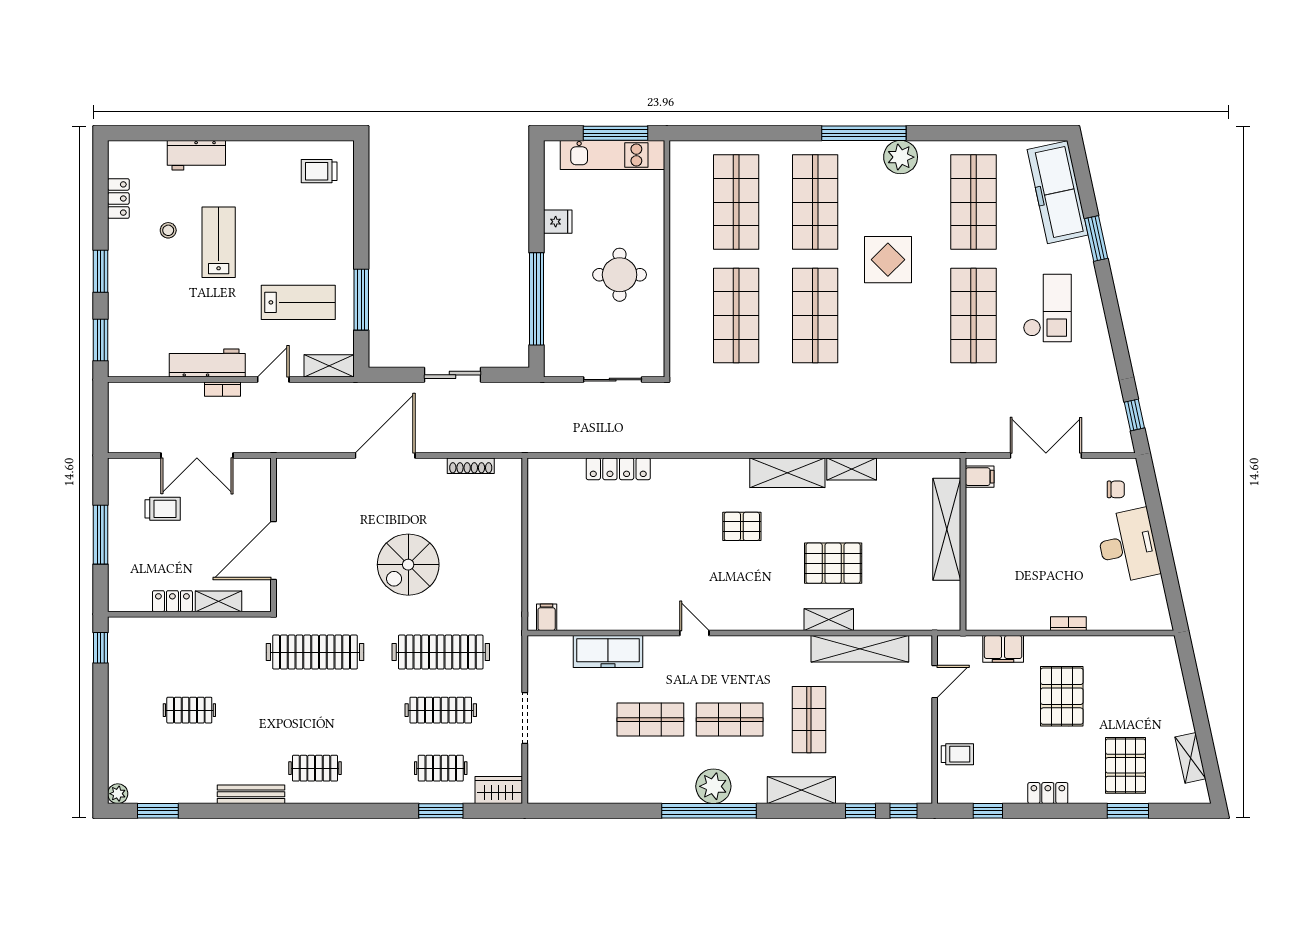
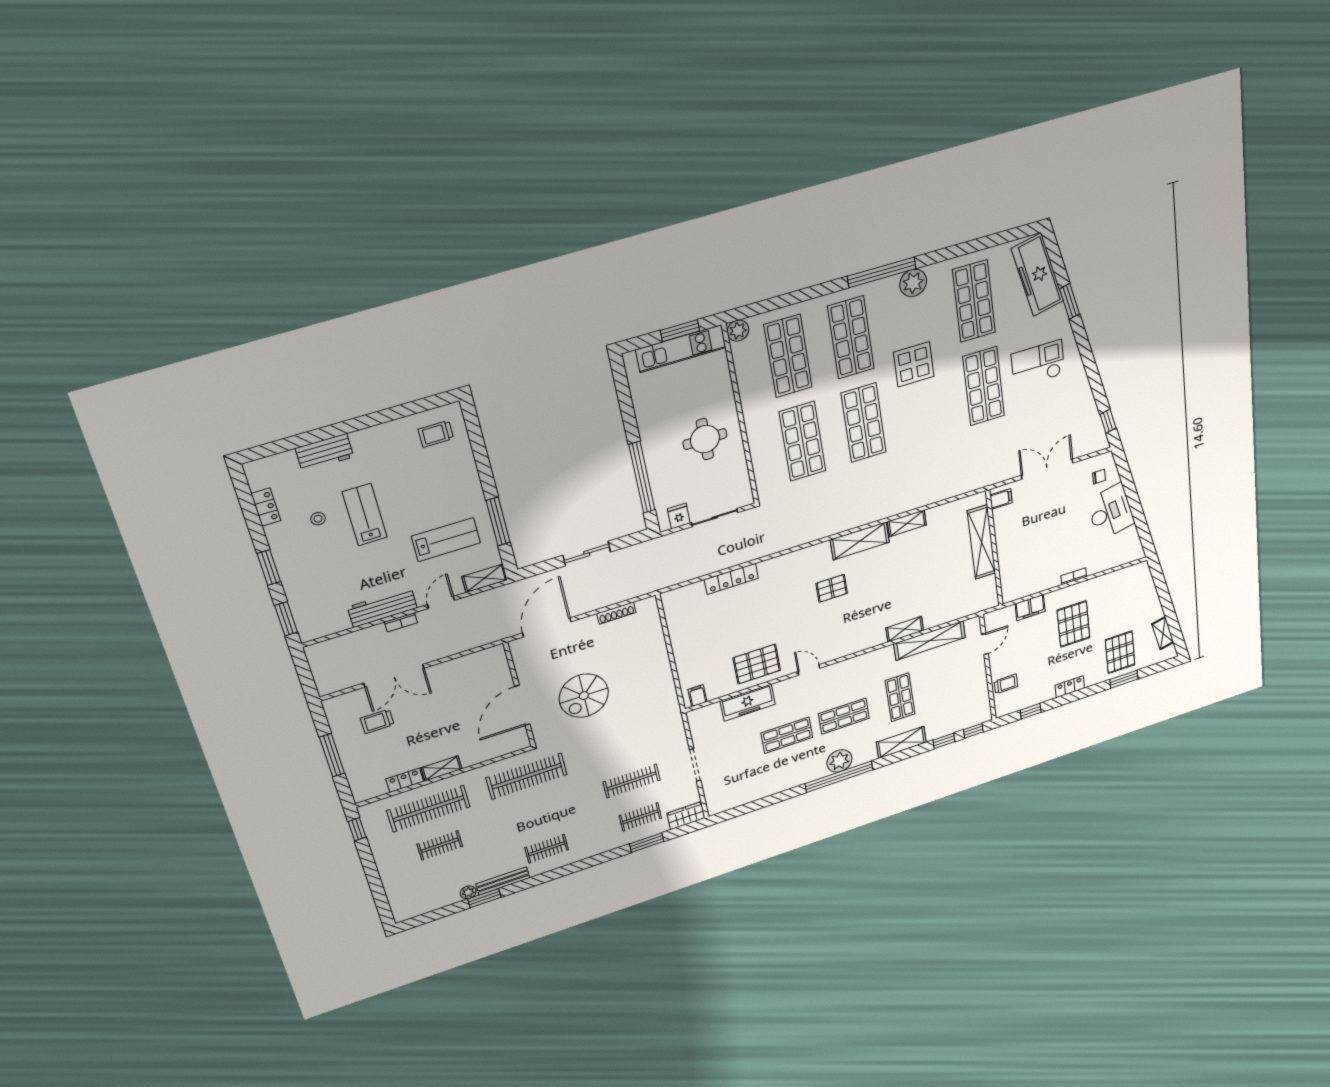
window: (615, 133) -> (680, 331), width x0.69
plant: (682, 153) -> (738, 331), added
fridge: (558, 222) -> (679, 516), moved, turned -90
checkout: (1047, 308) -> (1038, 364), turned -90
trolley: (163, 509) -> (377, 721), turned 180
wall: (274, 535) -> (519, 695), moved
door: (274, 550) -> (522, 705), moved
pallet: (833, 563) -> (757, 664), moved
clothes rail: (441, 652) -> (428, 809), moved
plant: (118, 794) -> (468, 892), moved
window: (158, 811) -> (484, 898), moved

